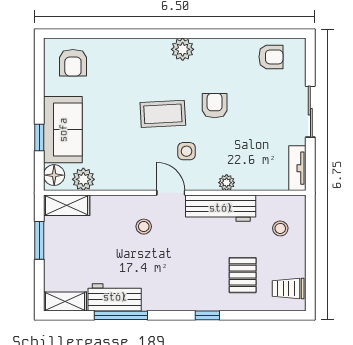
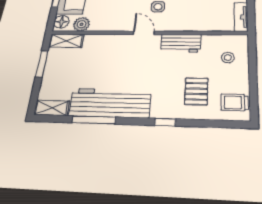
plant: (227, 183) -> (186, 26), removed
workbench: (221, 208) -> (181, 43), width x0.73
stool: (144, 227) -> (121, 55), removed
workbench: (115, 297) -> (110, 103), width x1.88, depth x1.32

